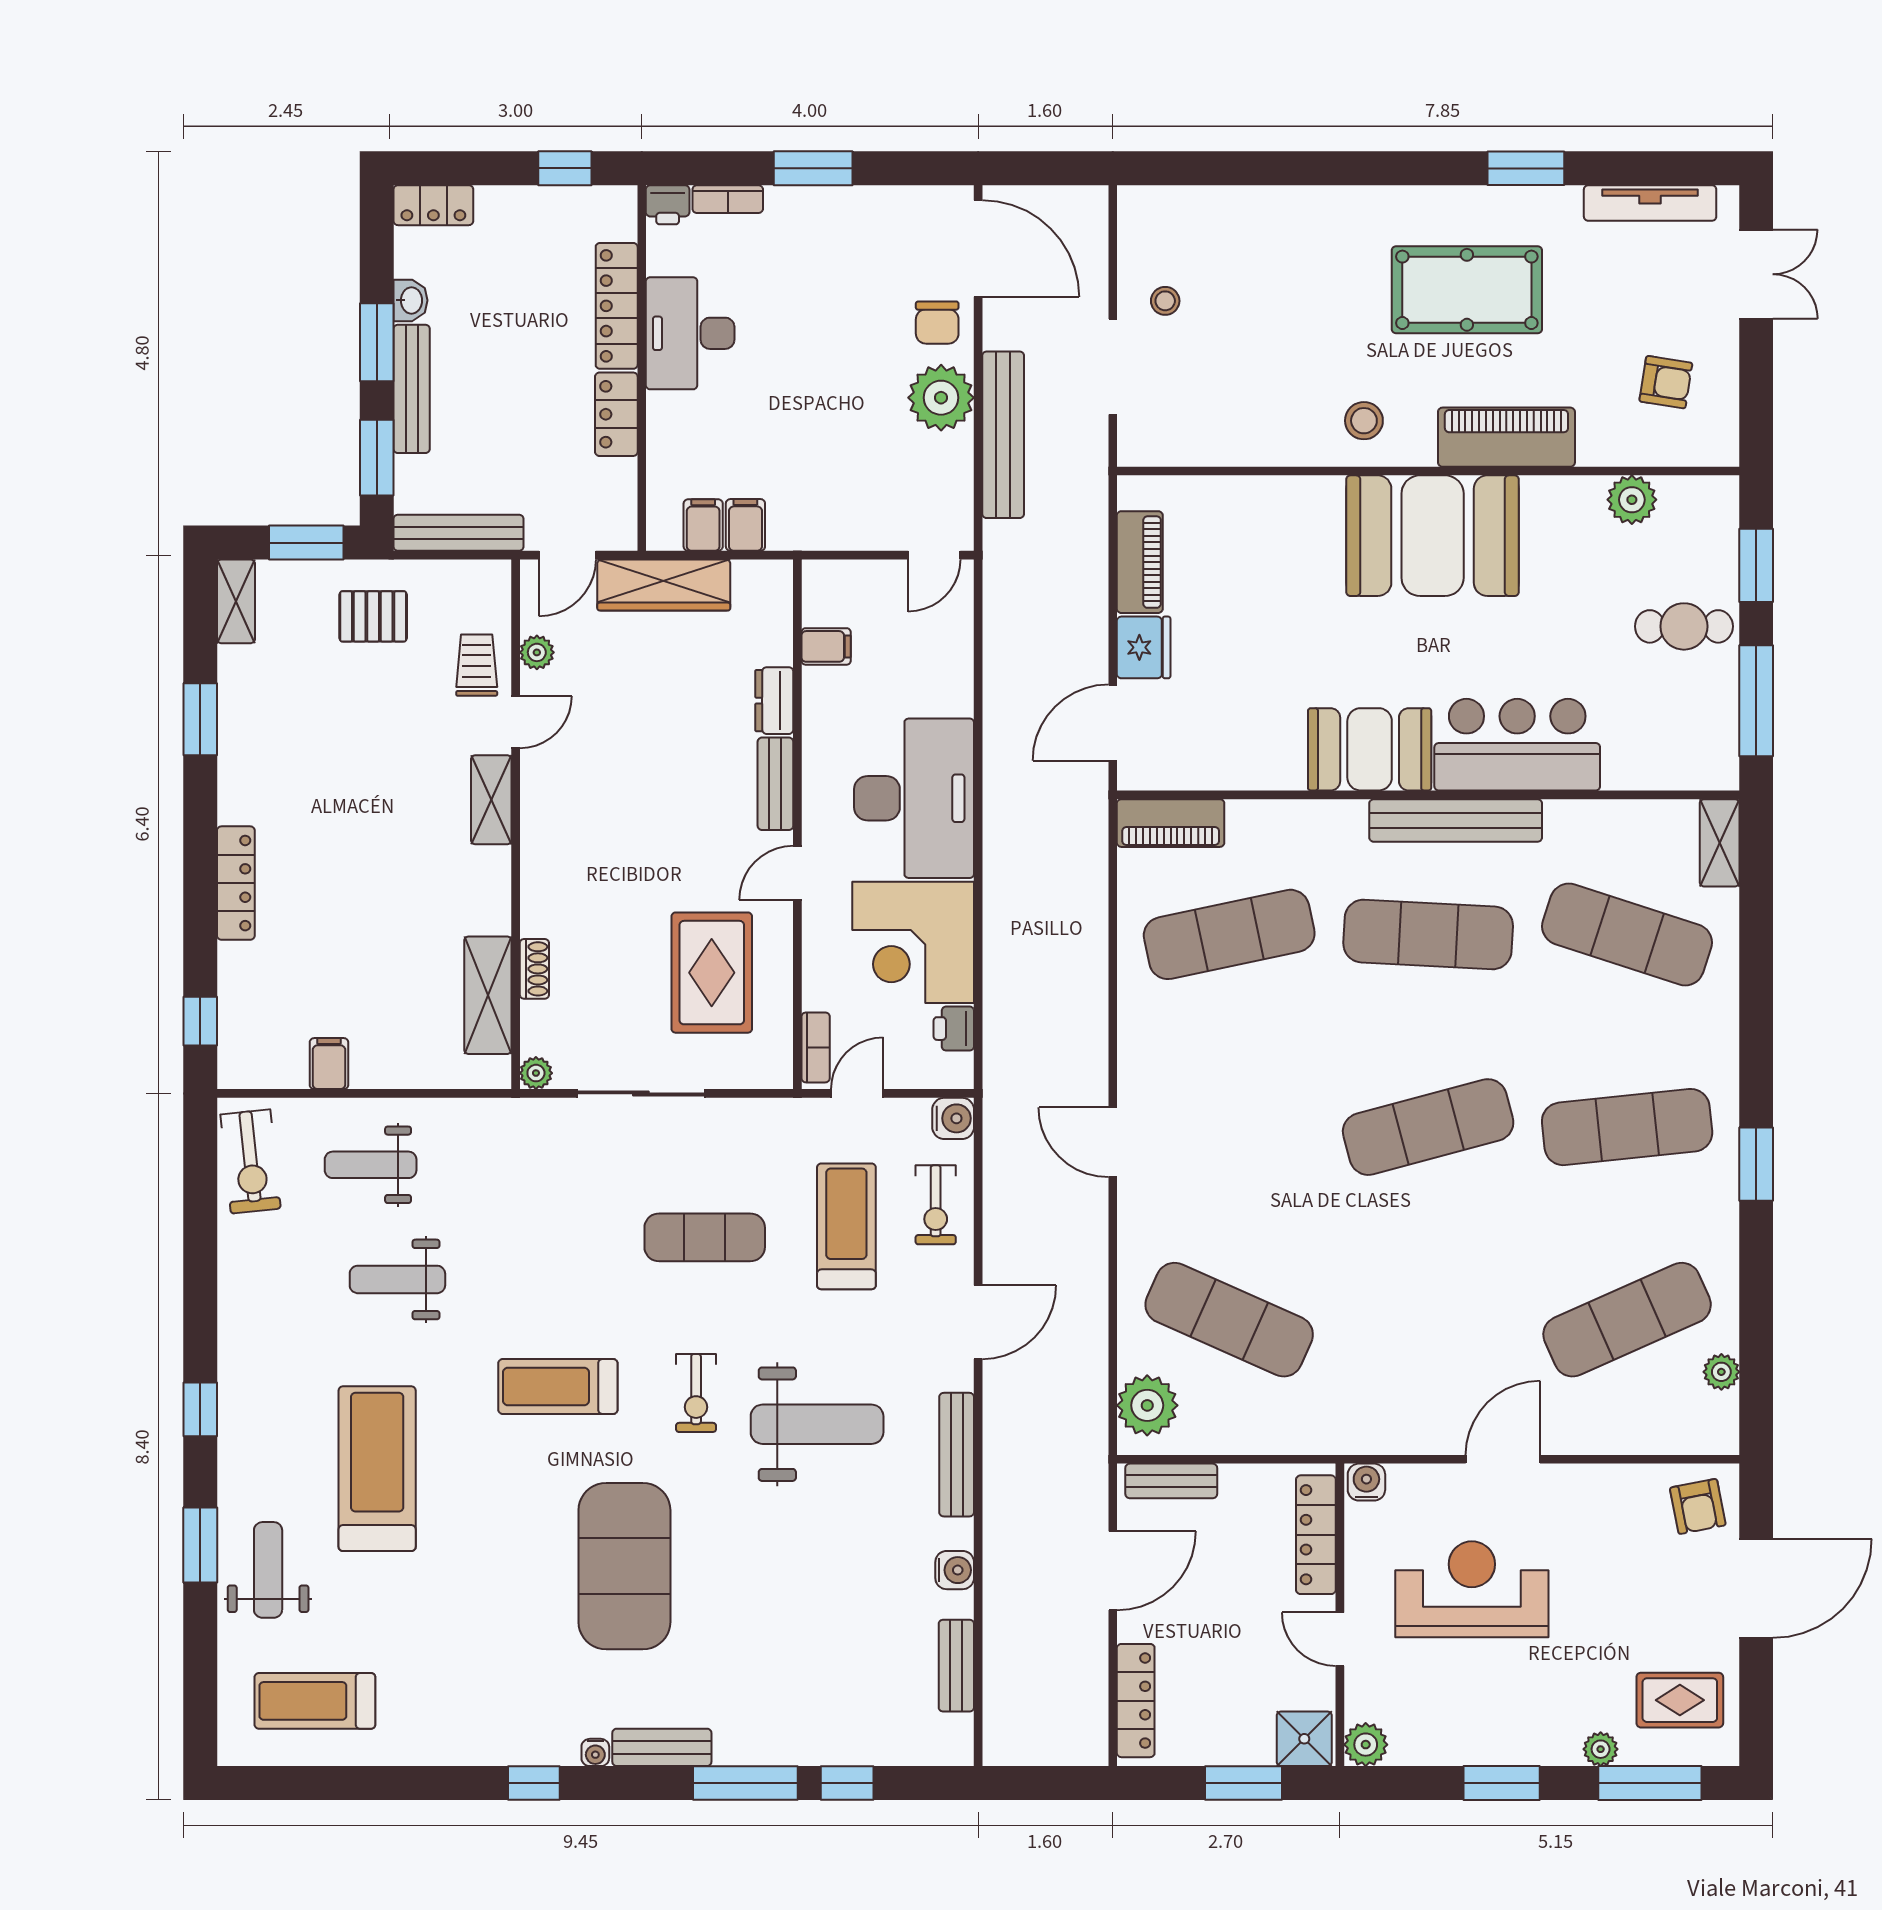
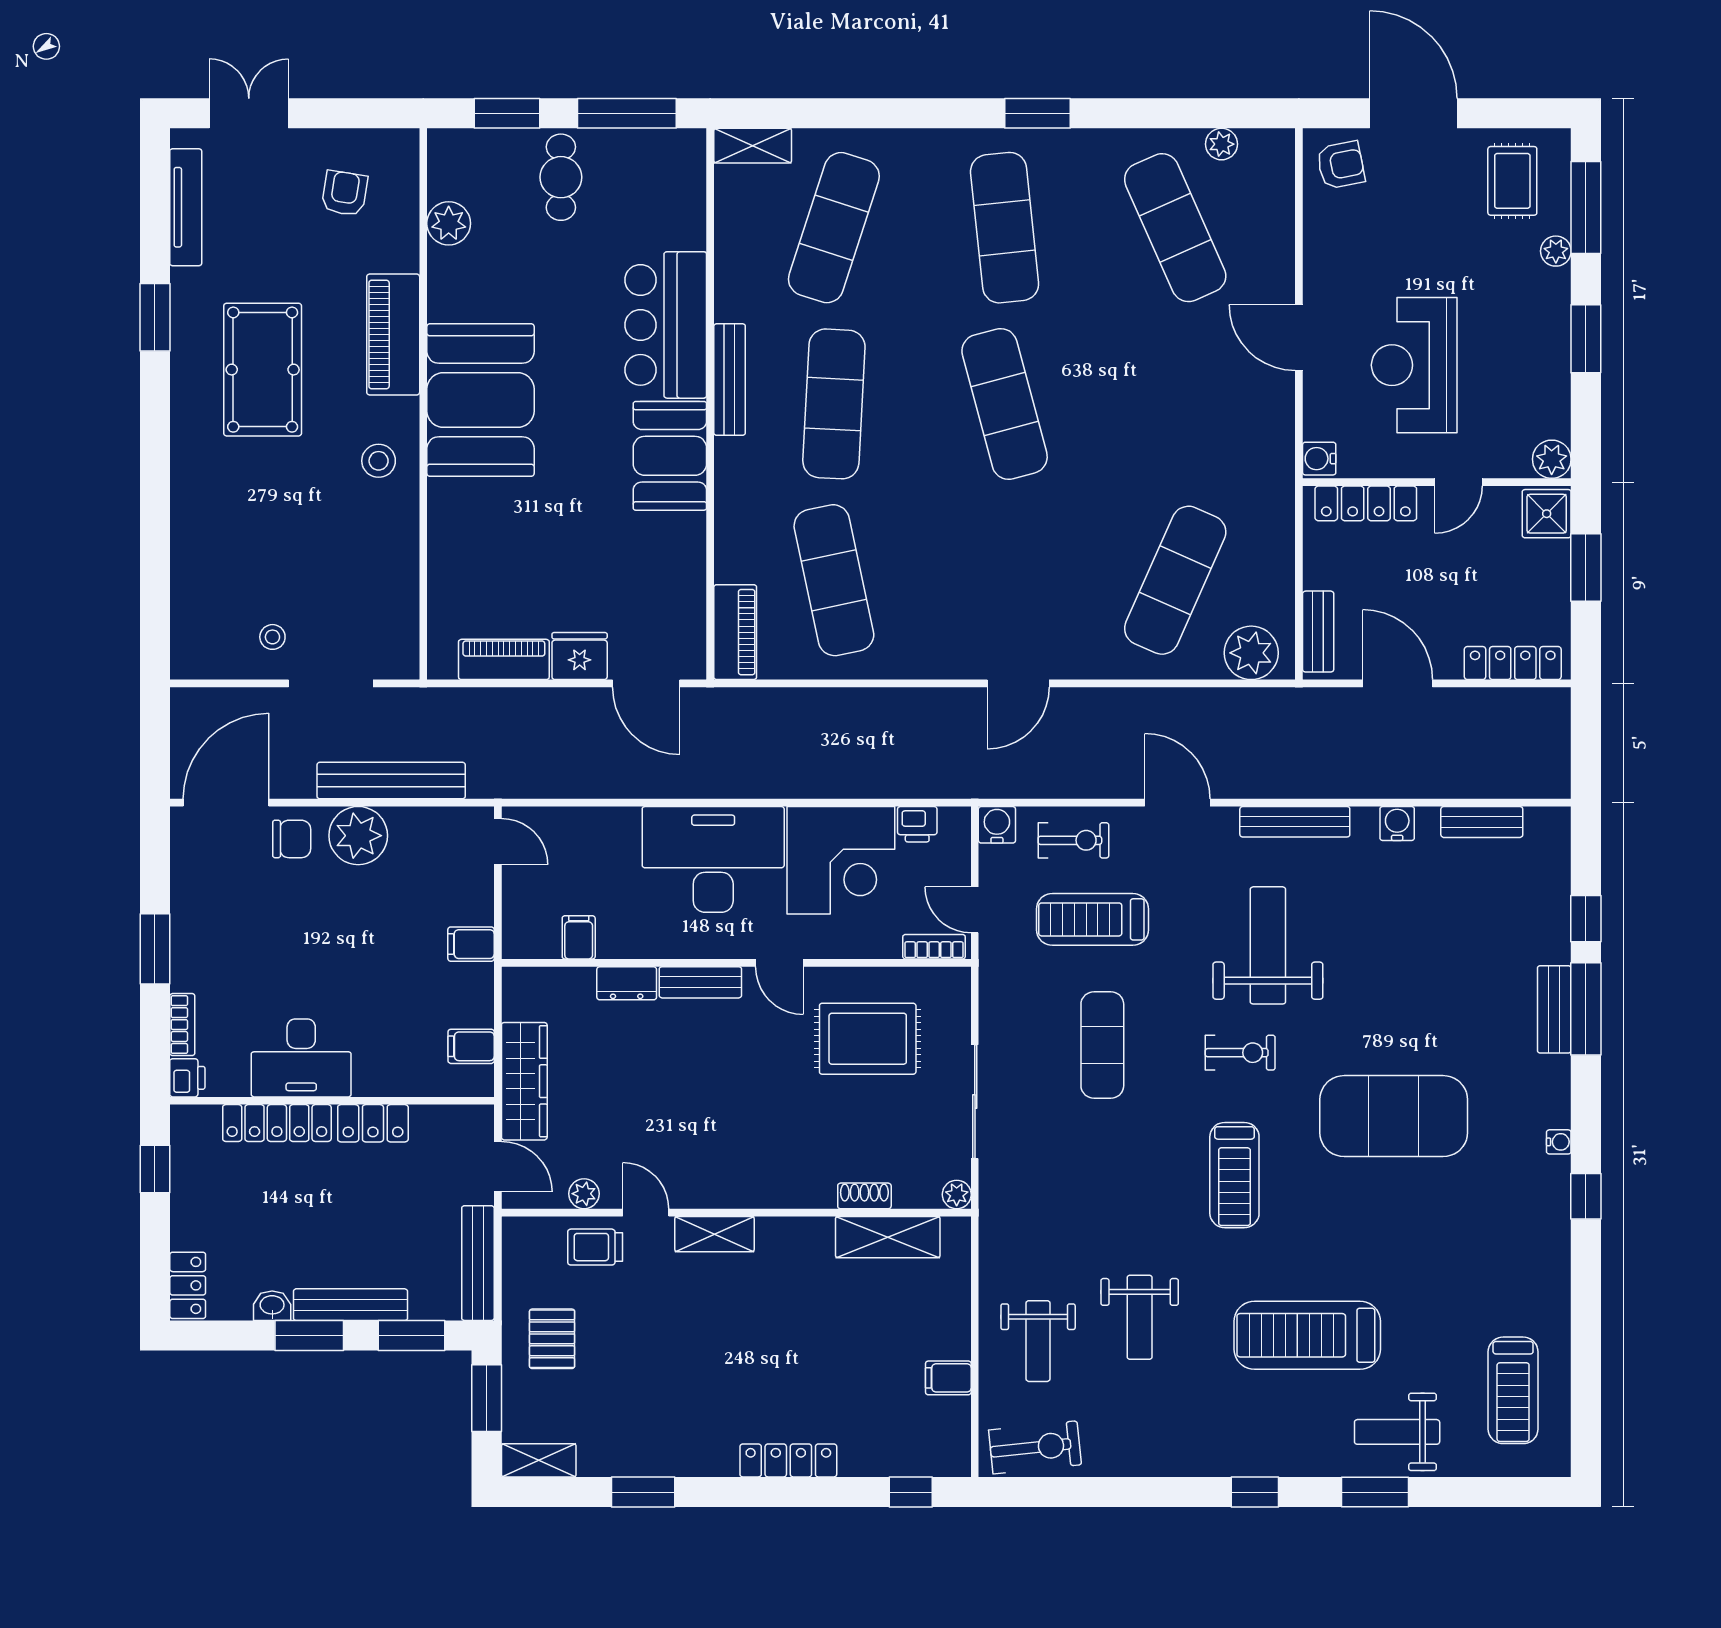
filing cabinet: (745, 525) -> (471, 944), moved
bench: (1456, 820) -> (730, 380), width x0.73, depth x0.82
bench: (662, 1747) -> (1554, 1009), moved

